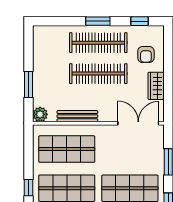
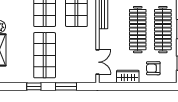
double door: (138, 123) -> (97, 62), width x0.73

